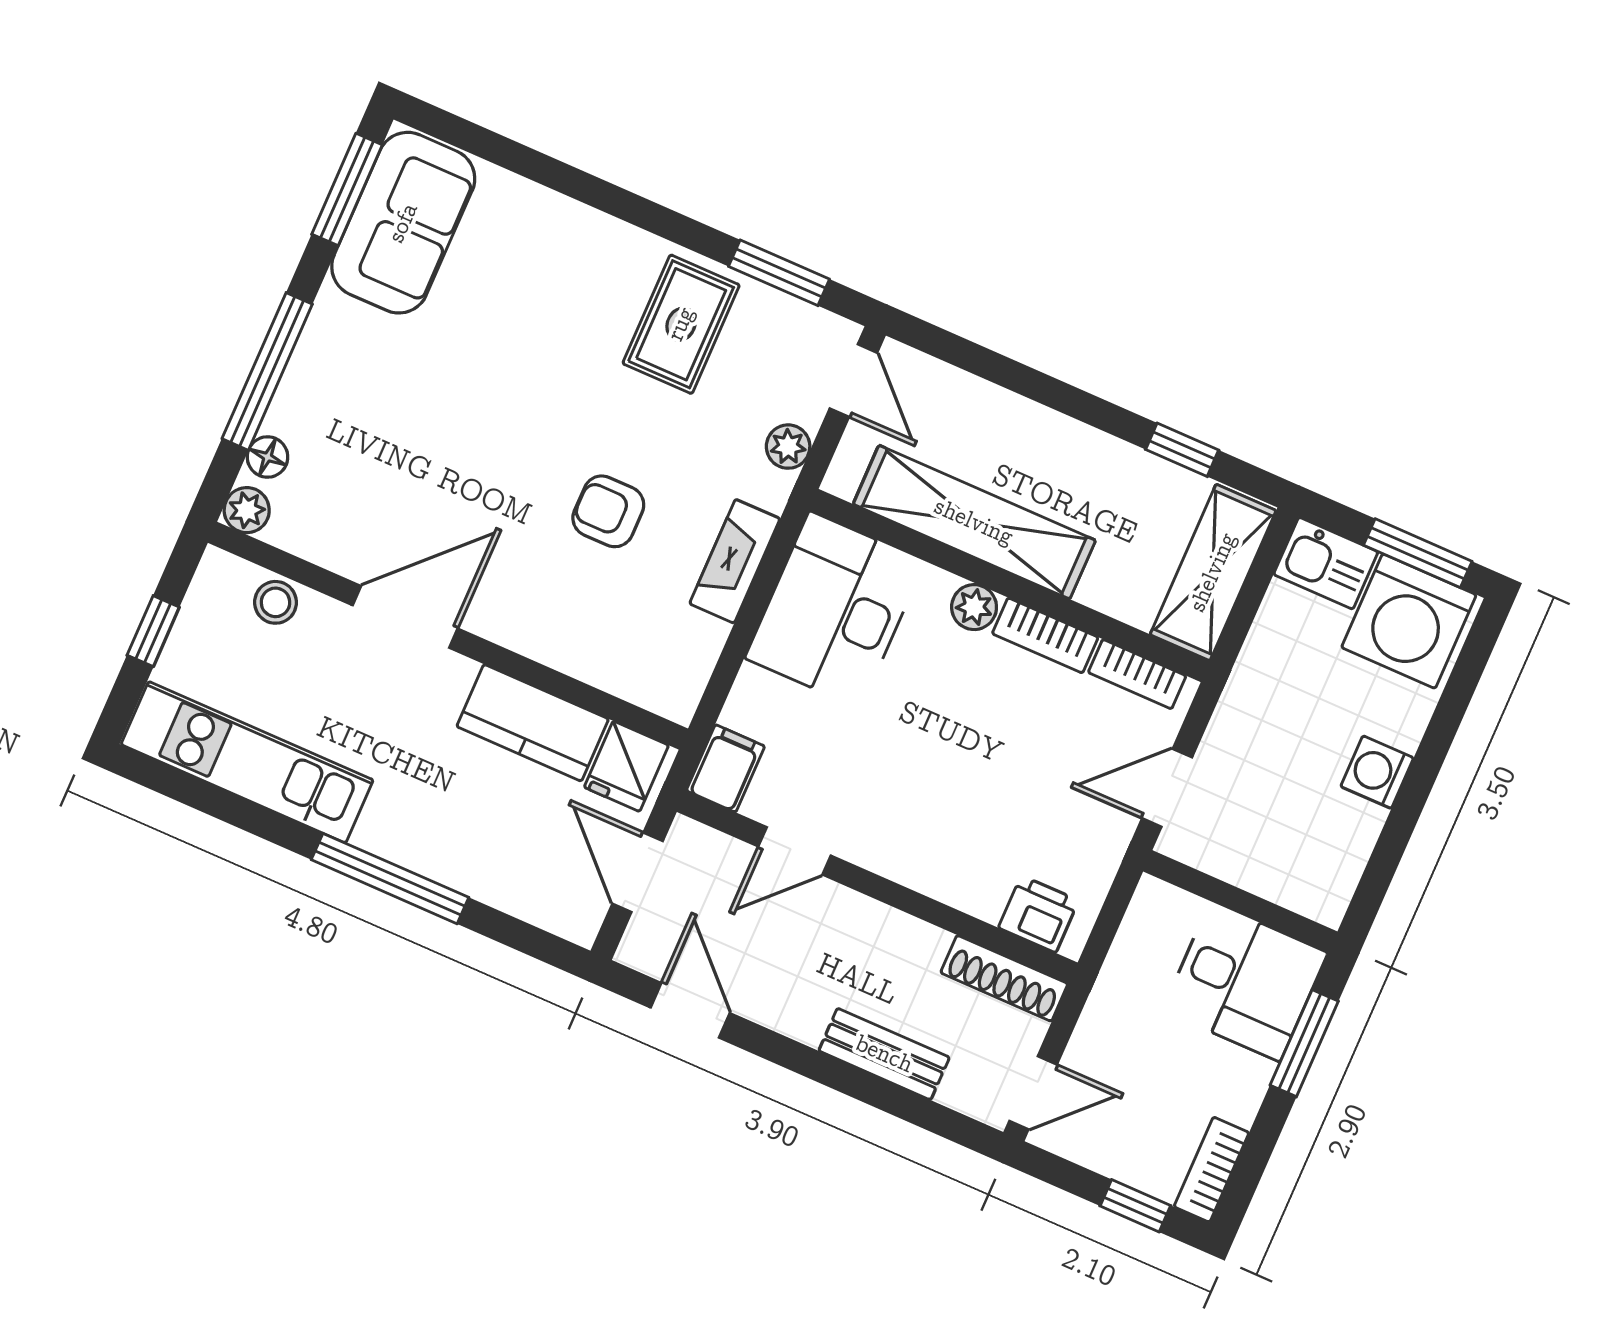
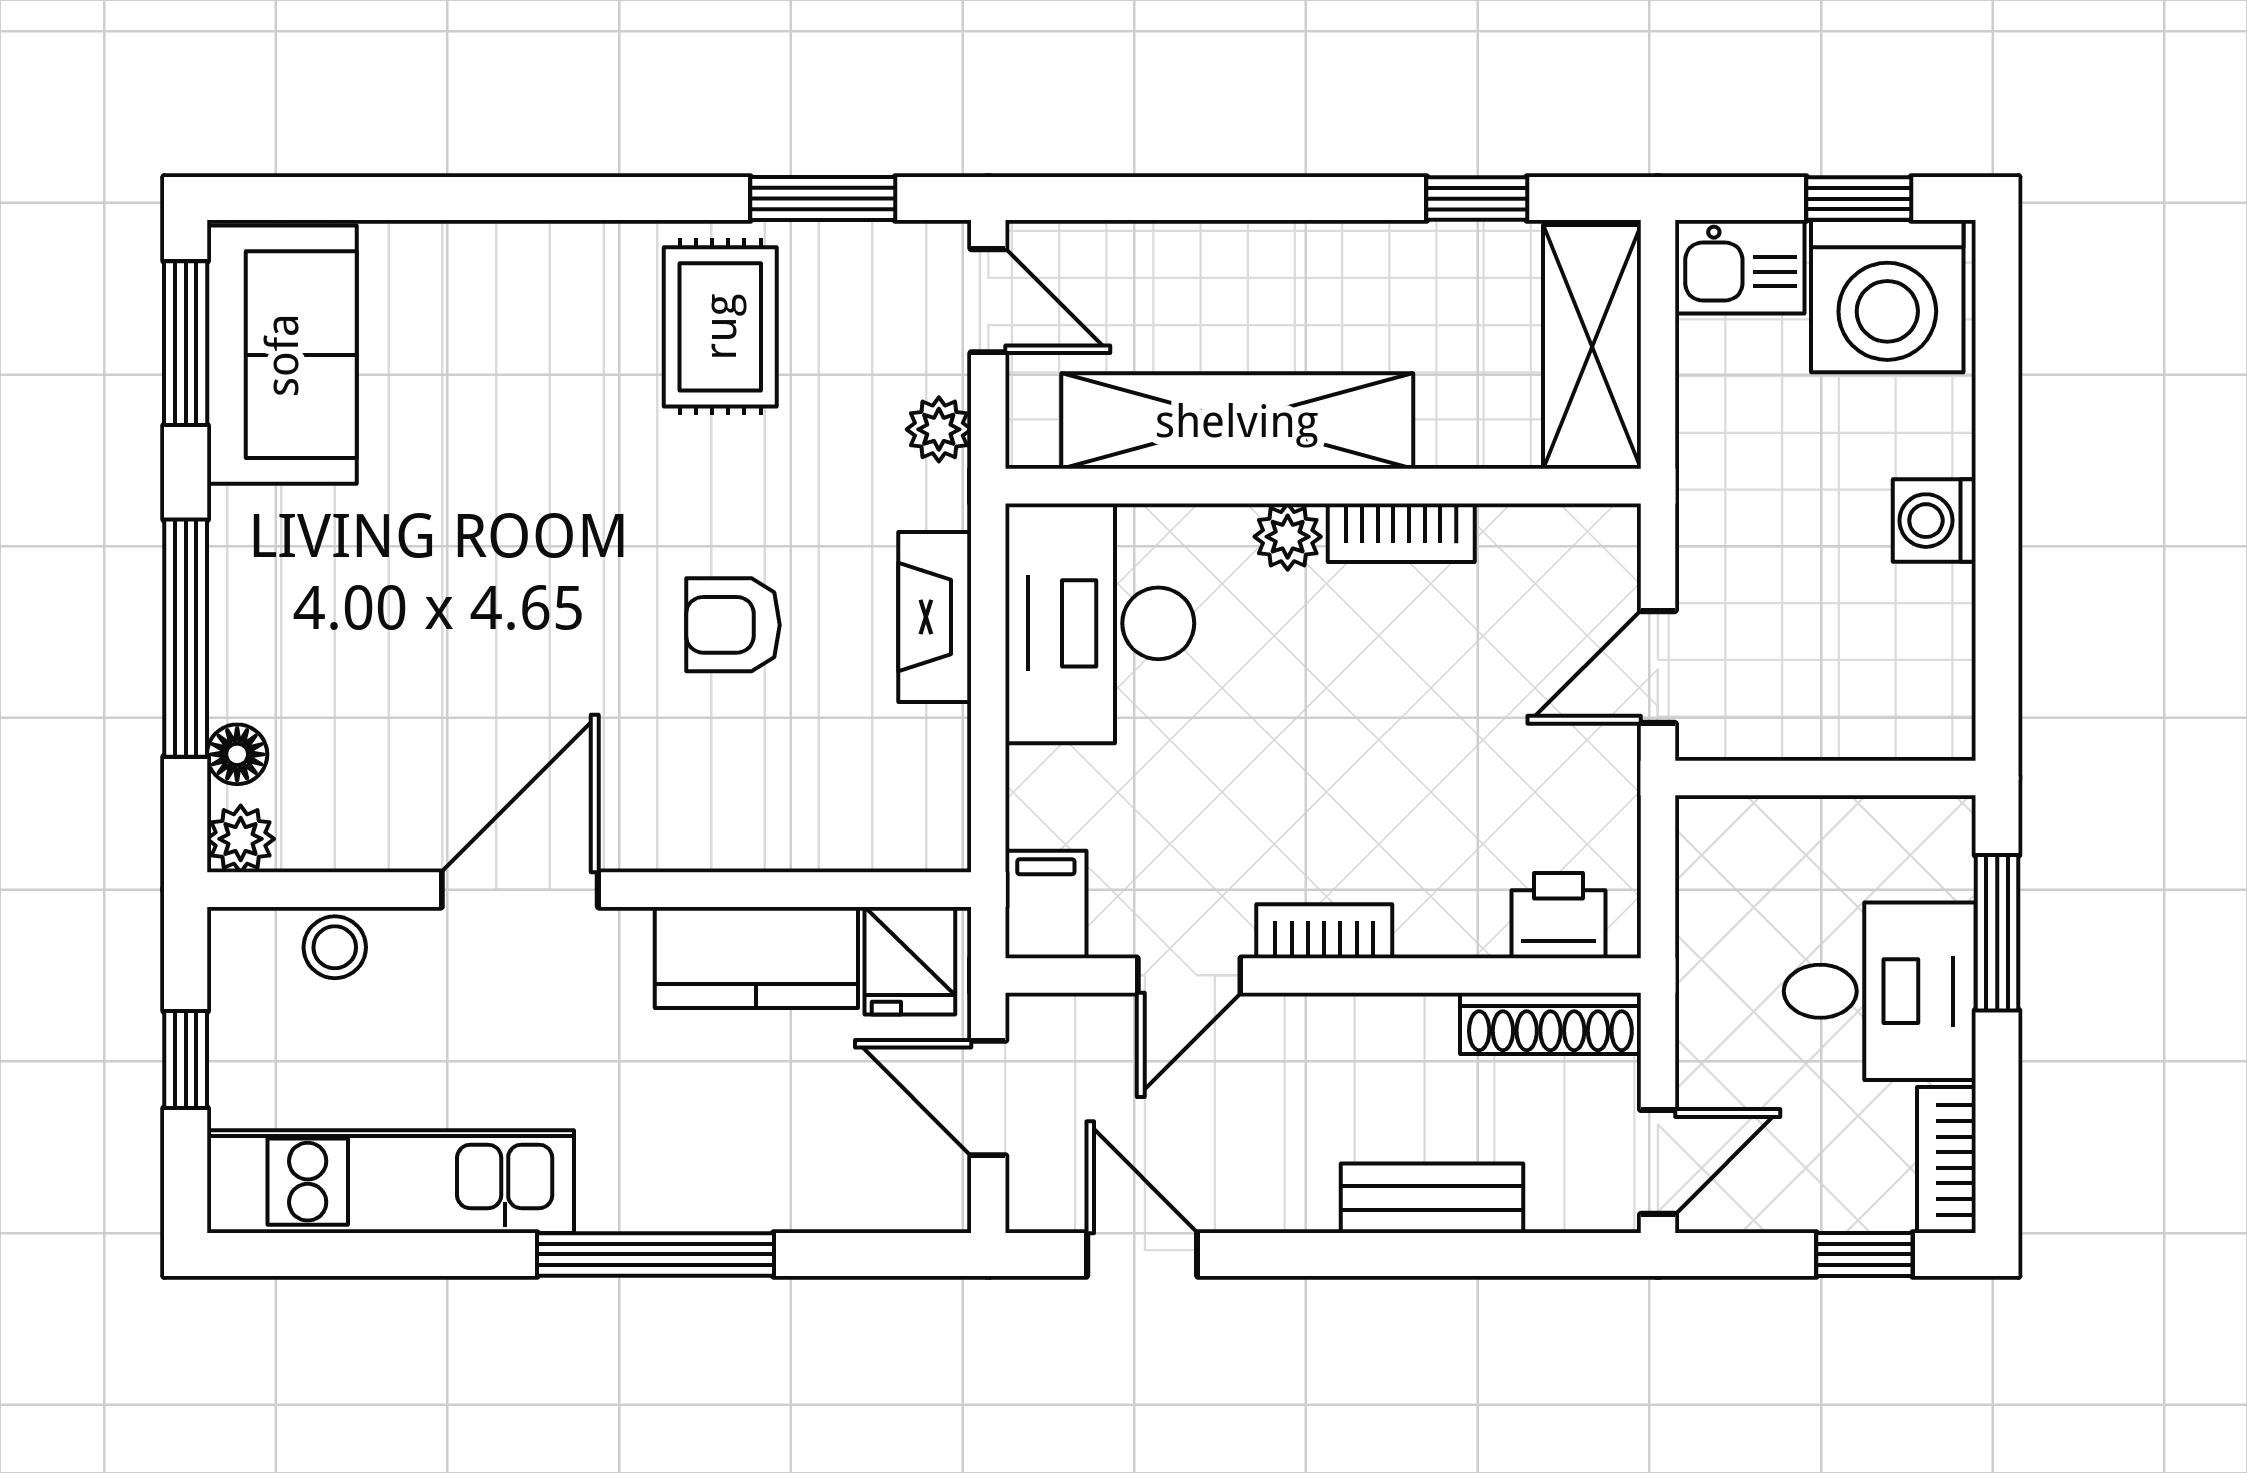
window: (1418, 553) -> (1859, 199), width x0.67
bookcase: (1137, 674) -> (1324, 931), moved, turned 180
desk: (1245, 982) -> (1880, 991), moved

